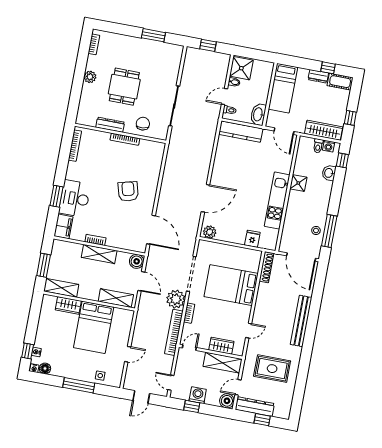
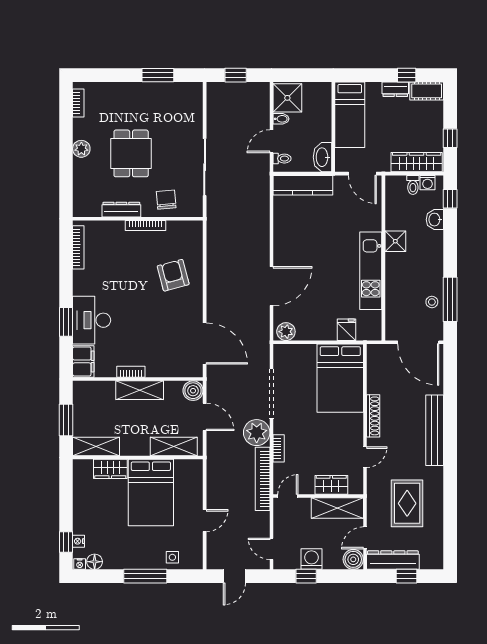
armchair: (128, 191) -> (173, 275), moved
shoe rack: (266, 267) -> (373, 416), moved
bed: (231, 285) -> (340, 378), moved, turned -90
rug: (272, 369) -> (407, 503), turned 90

